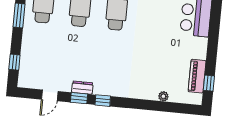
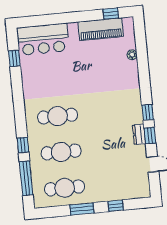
window: (14, 62) -> (116, 206), moved
piano: (197, 76) -> (101, 29), width x1.37, depth x1.33

